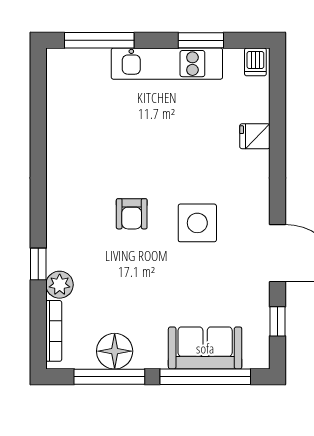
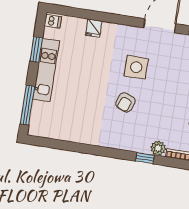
armchair: (132, 214) -> (125, 102), turned 110

